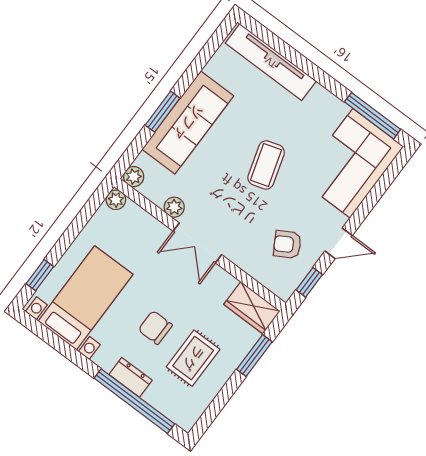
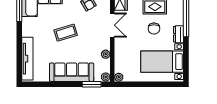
window: (163, 112) -> (92, 84), moved
double door: (197, 243) -> (112, 25), moved
window: (40, 275) -> (166, 84), removed
dresser: (131, 377) -> (179, 34), moved

